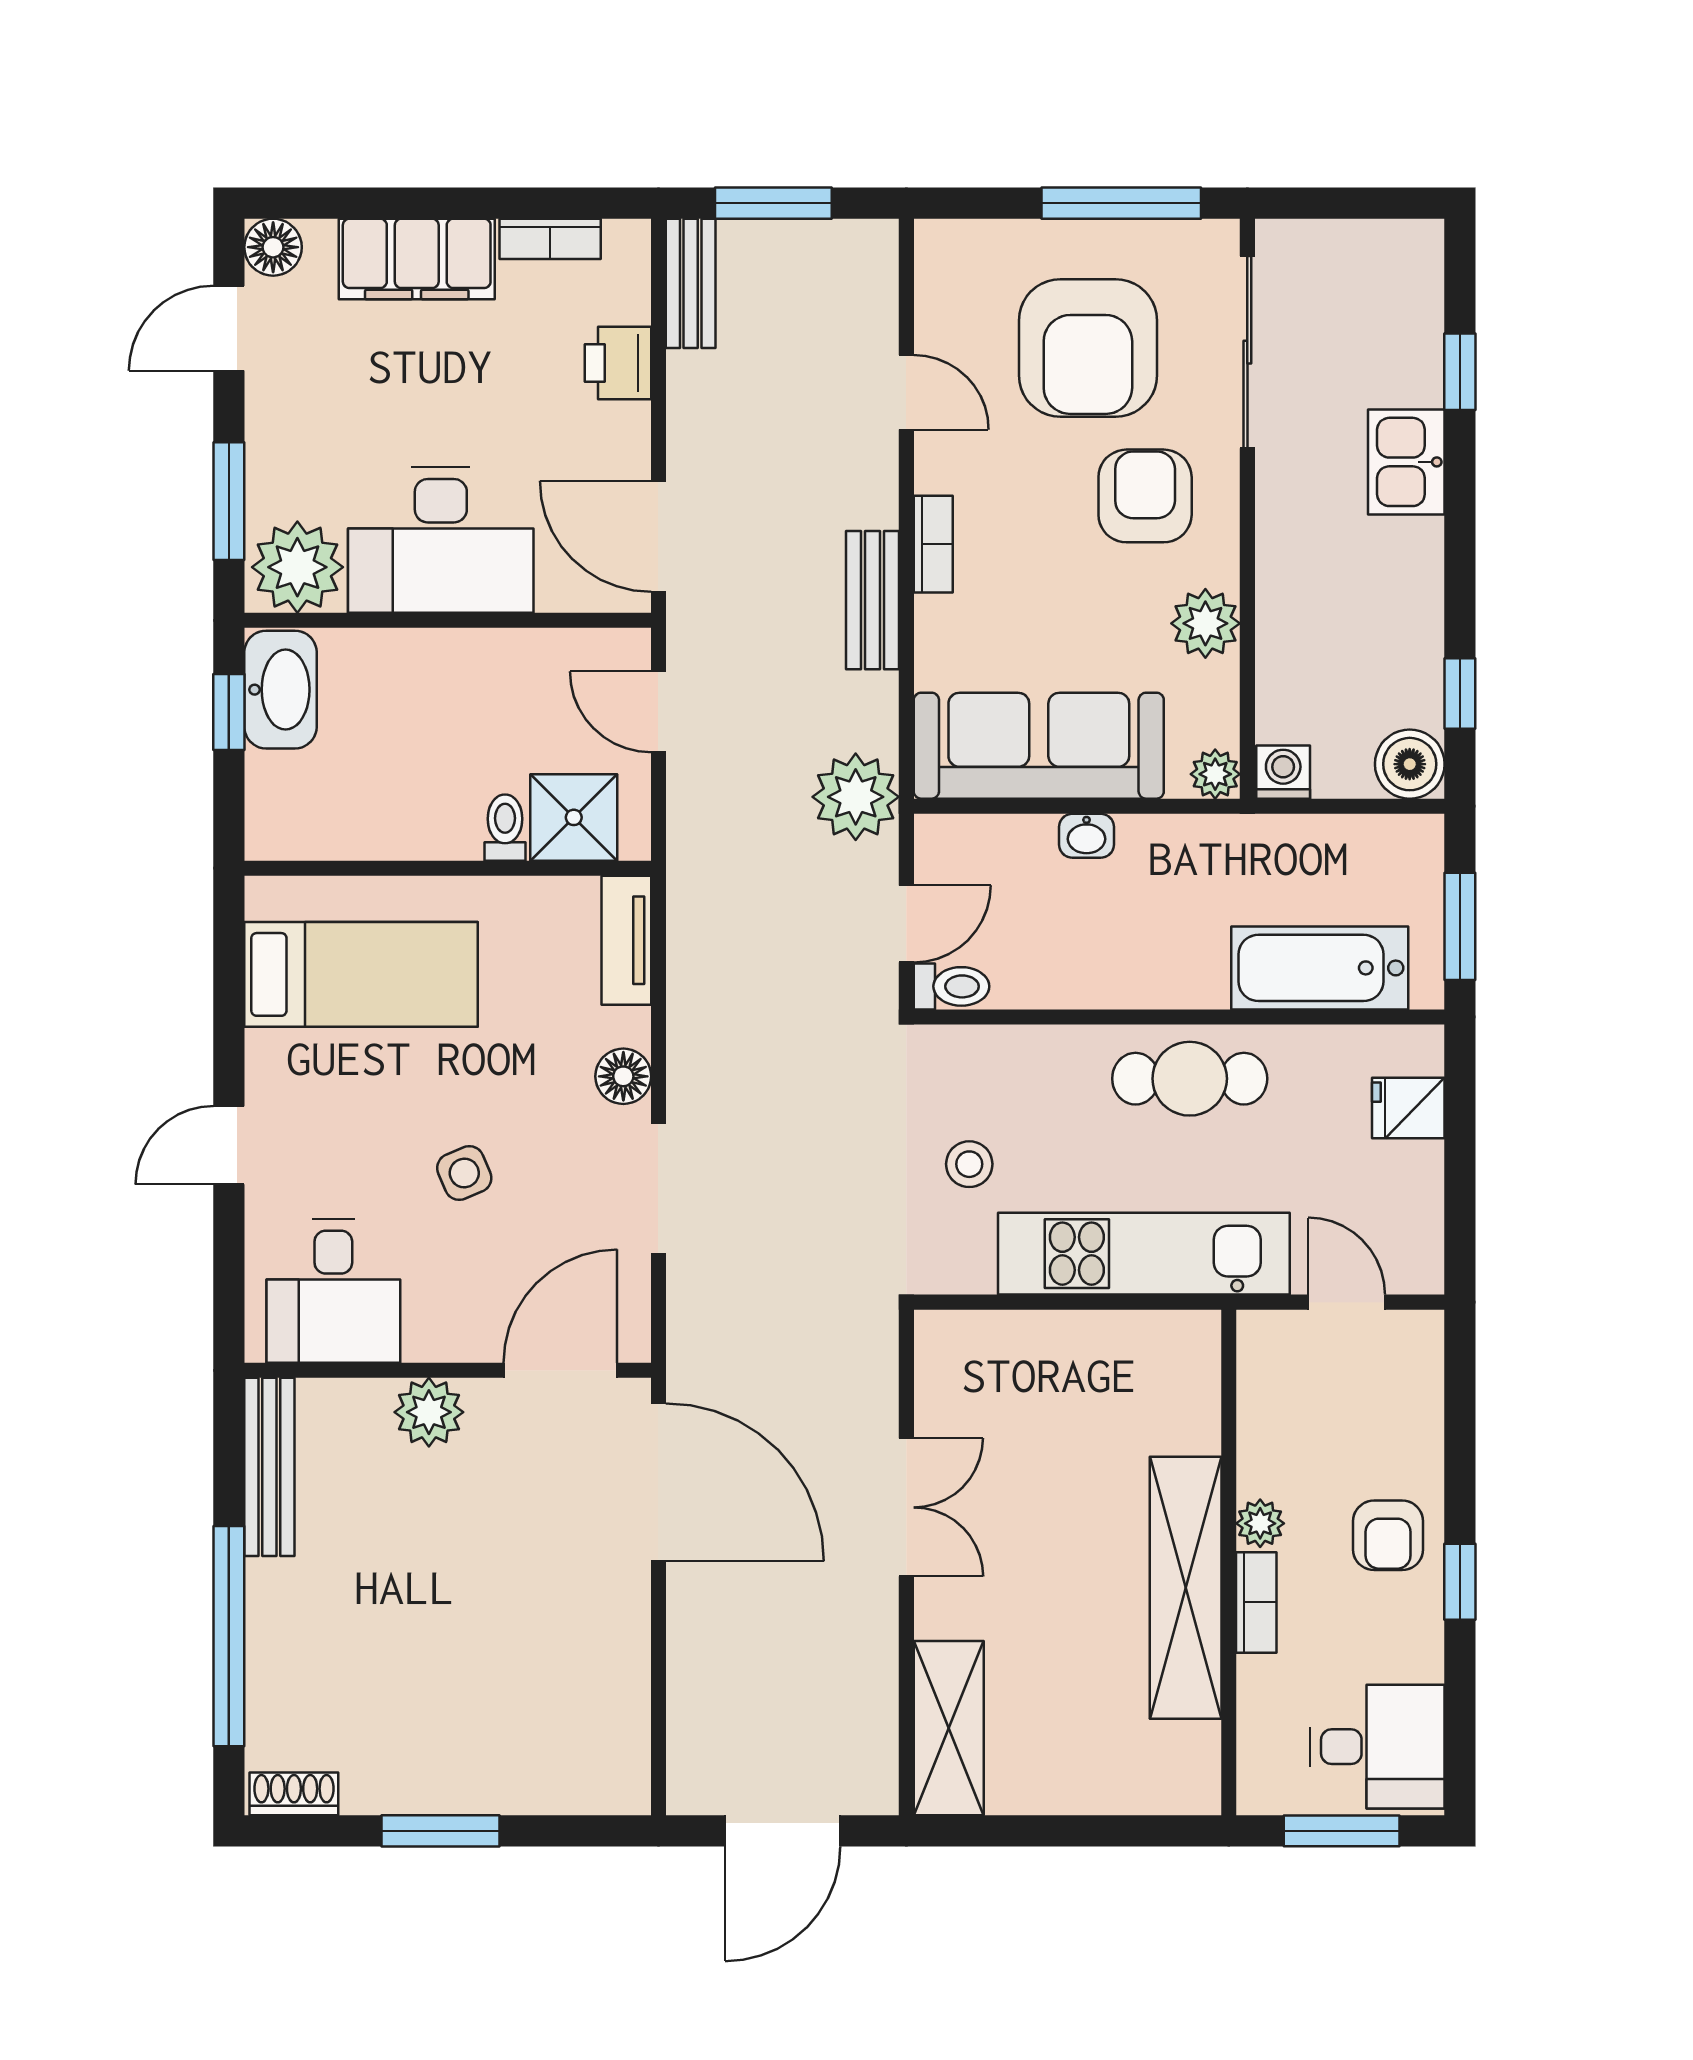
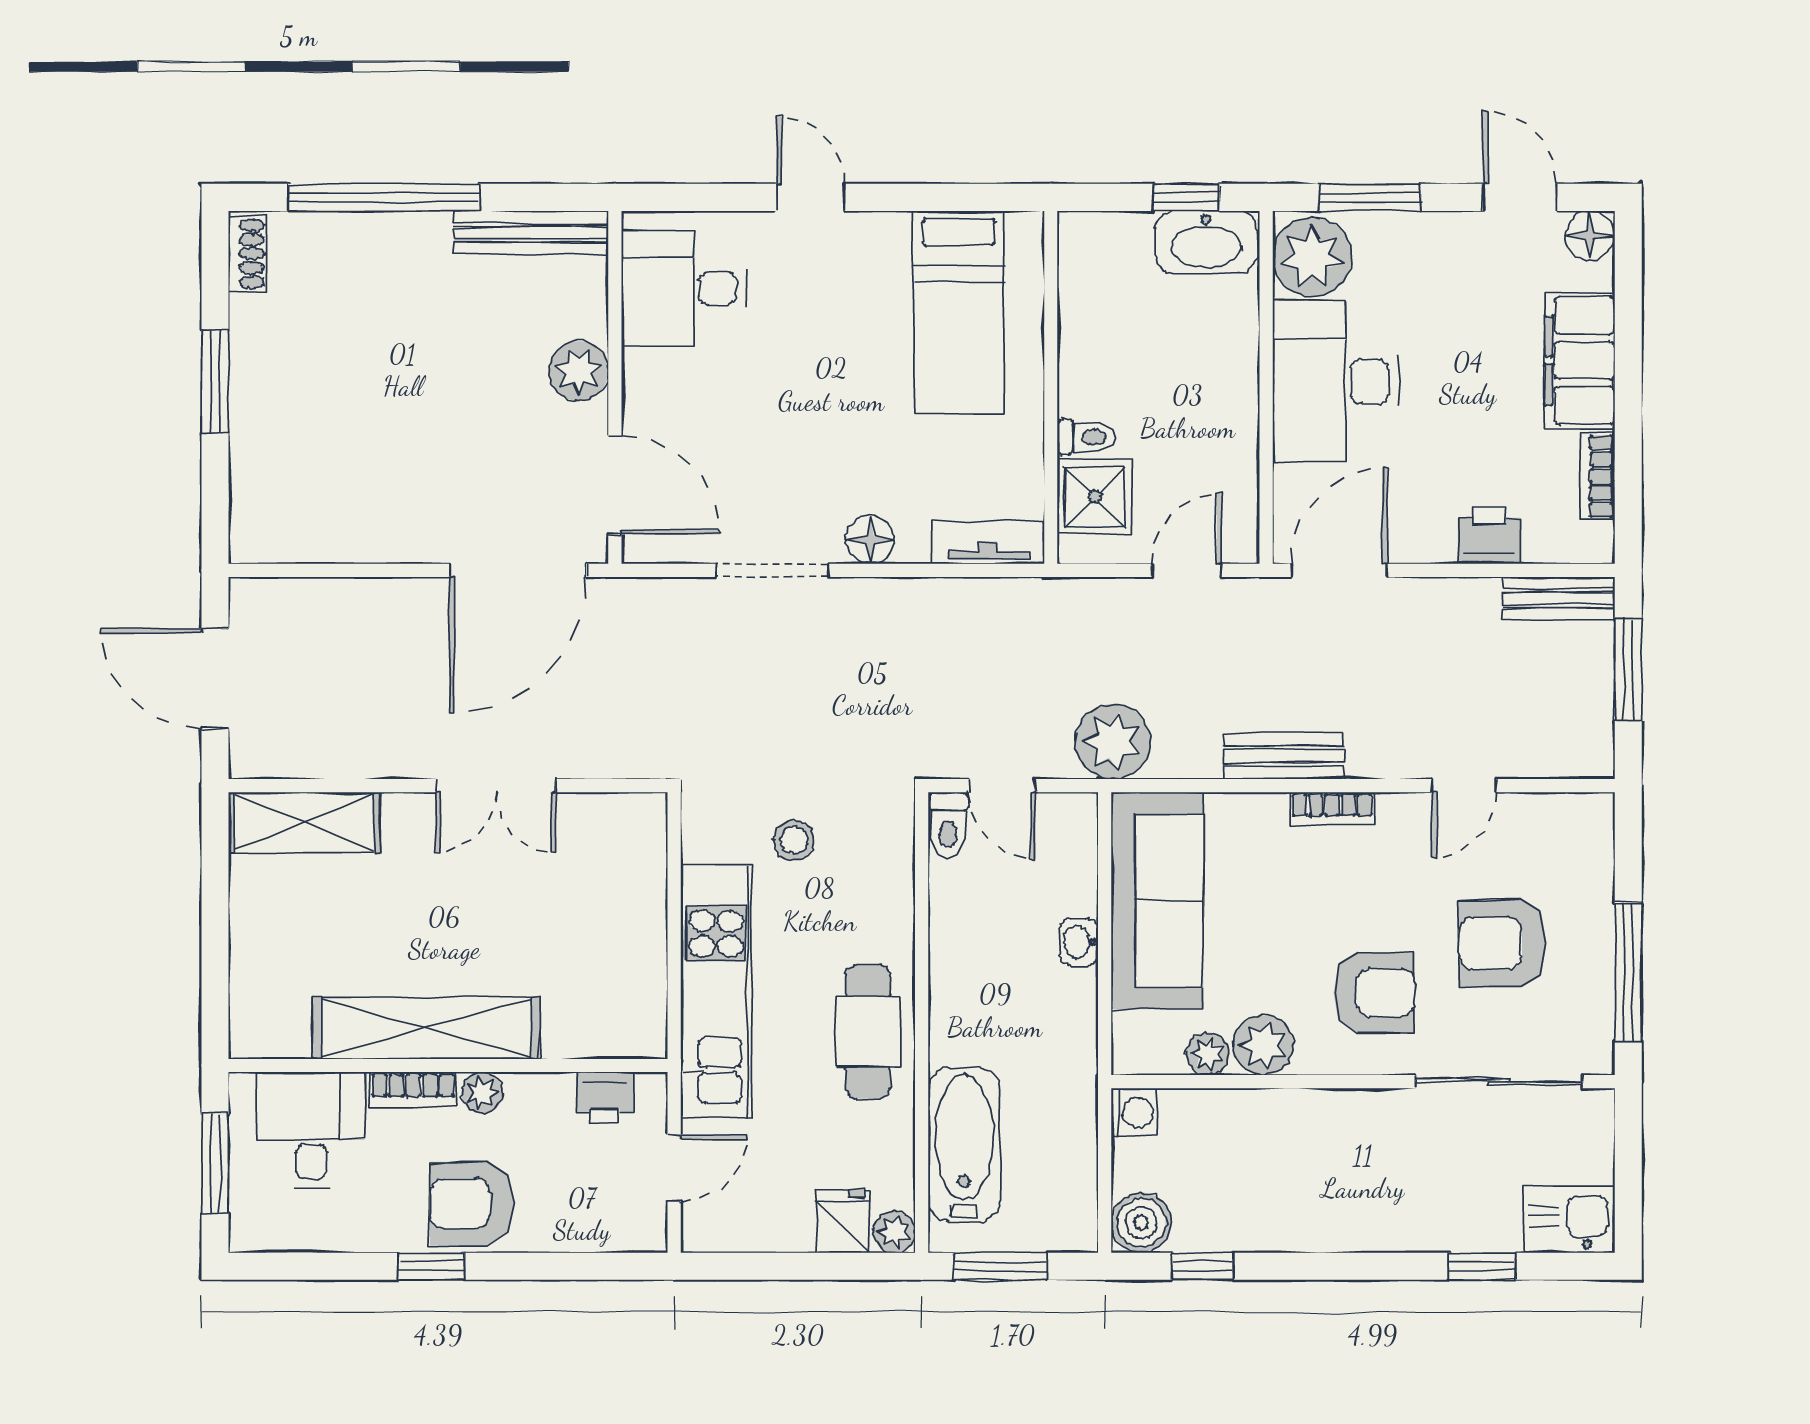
armchair: (1088, 348) -> (1503, 943), width x0.73, depth x0.73
kitchen sink: (1406, 462) -> (1569, 1220), moved
plant: (1215, 774) -> (1208, 1054), moved
plant: (1420, 1049) -> (894, 1232), added
side table: (464, 1173) -> (786, 402), removed
printer: (1266, 1382) -> (605, 1098), added
armchair: (1388, 1535) -> (472, 1204), width x1.38, depth x1.38
desk: (1377, 1747) -> (311, 1130), moved, turned 180

